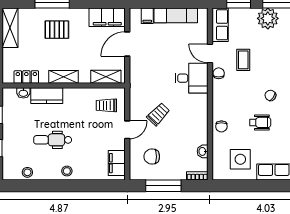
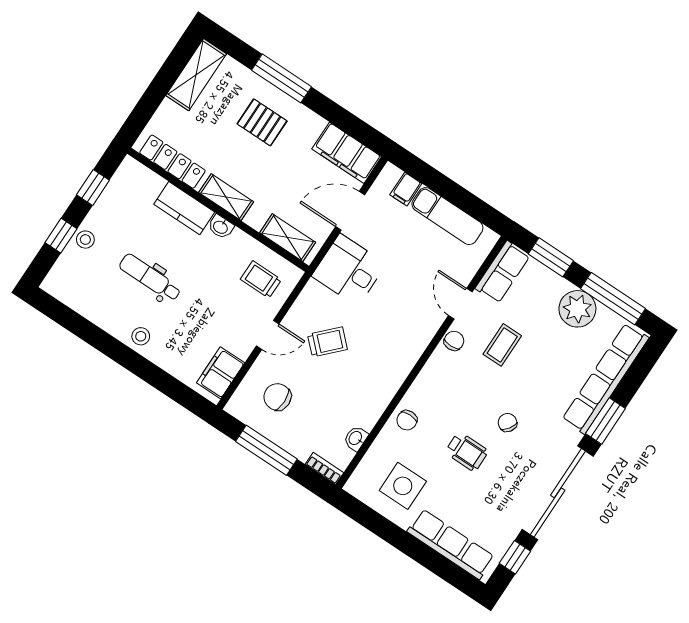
locker: (26, 77) -> (172, 162), width x1.53
desk: (192, 78) -> (349, 270), moved, turned 180
washbasin: (23, 93) -> (221, 227), moved
stool: (27, 172) -> (85, 240), moved

